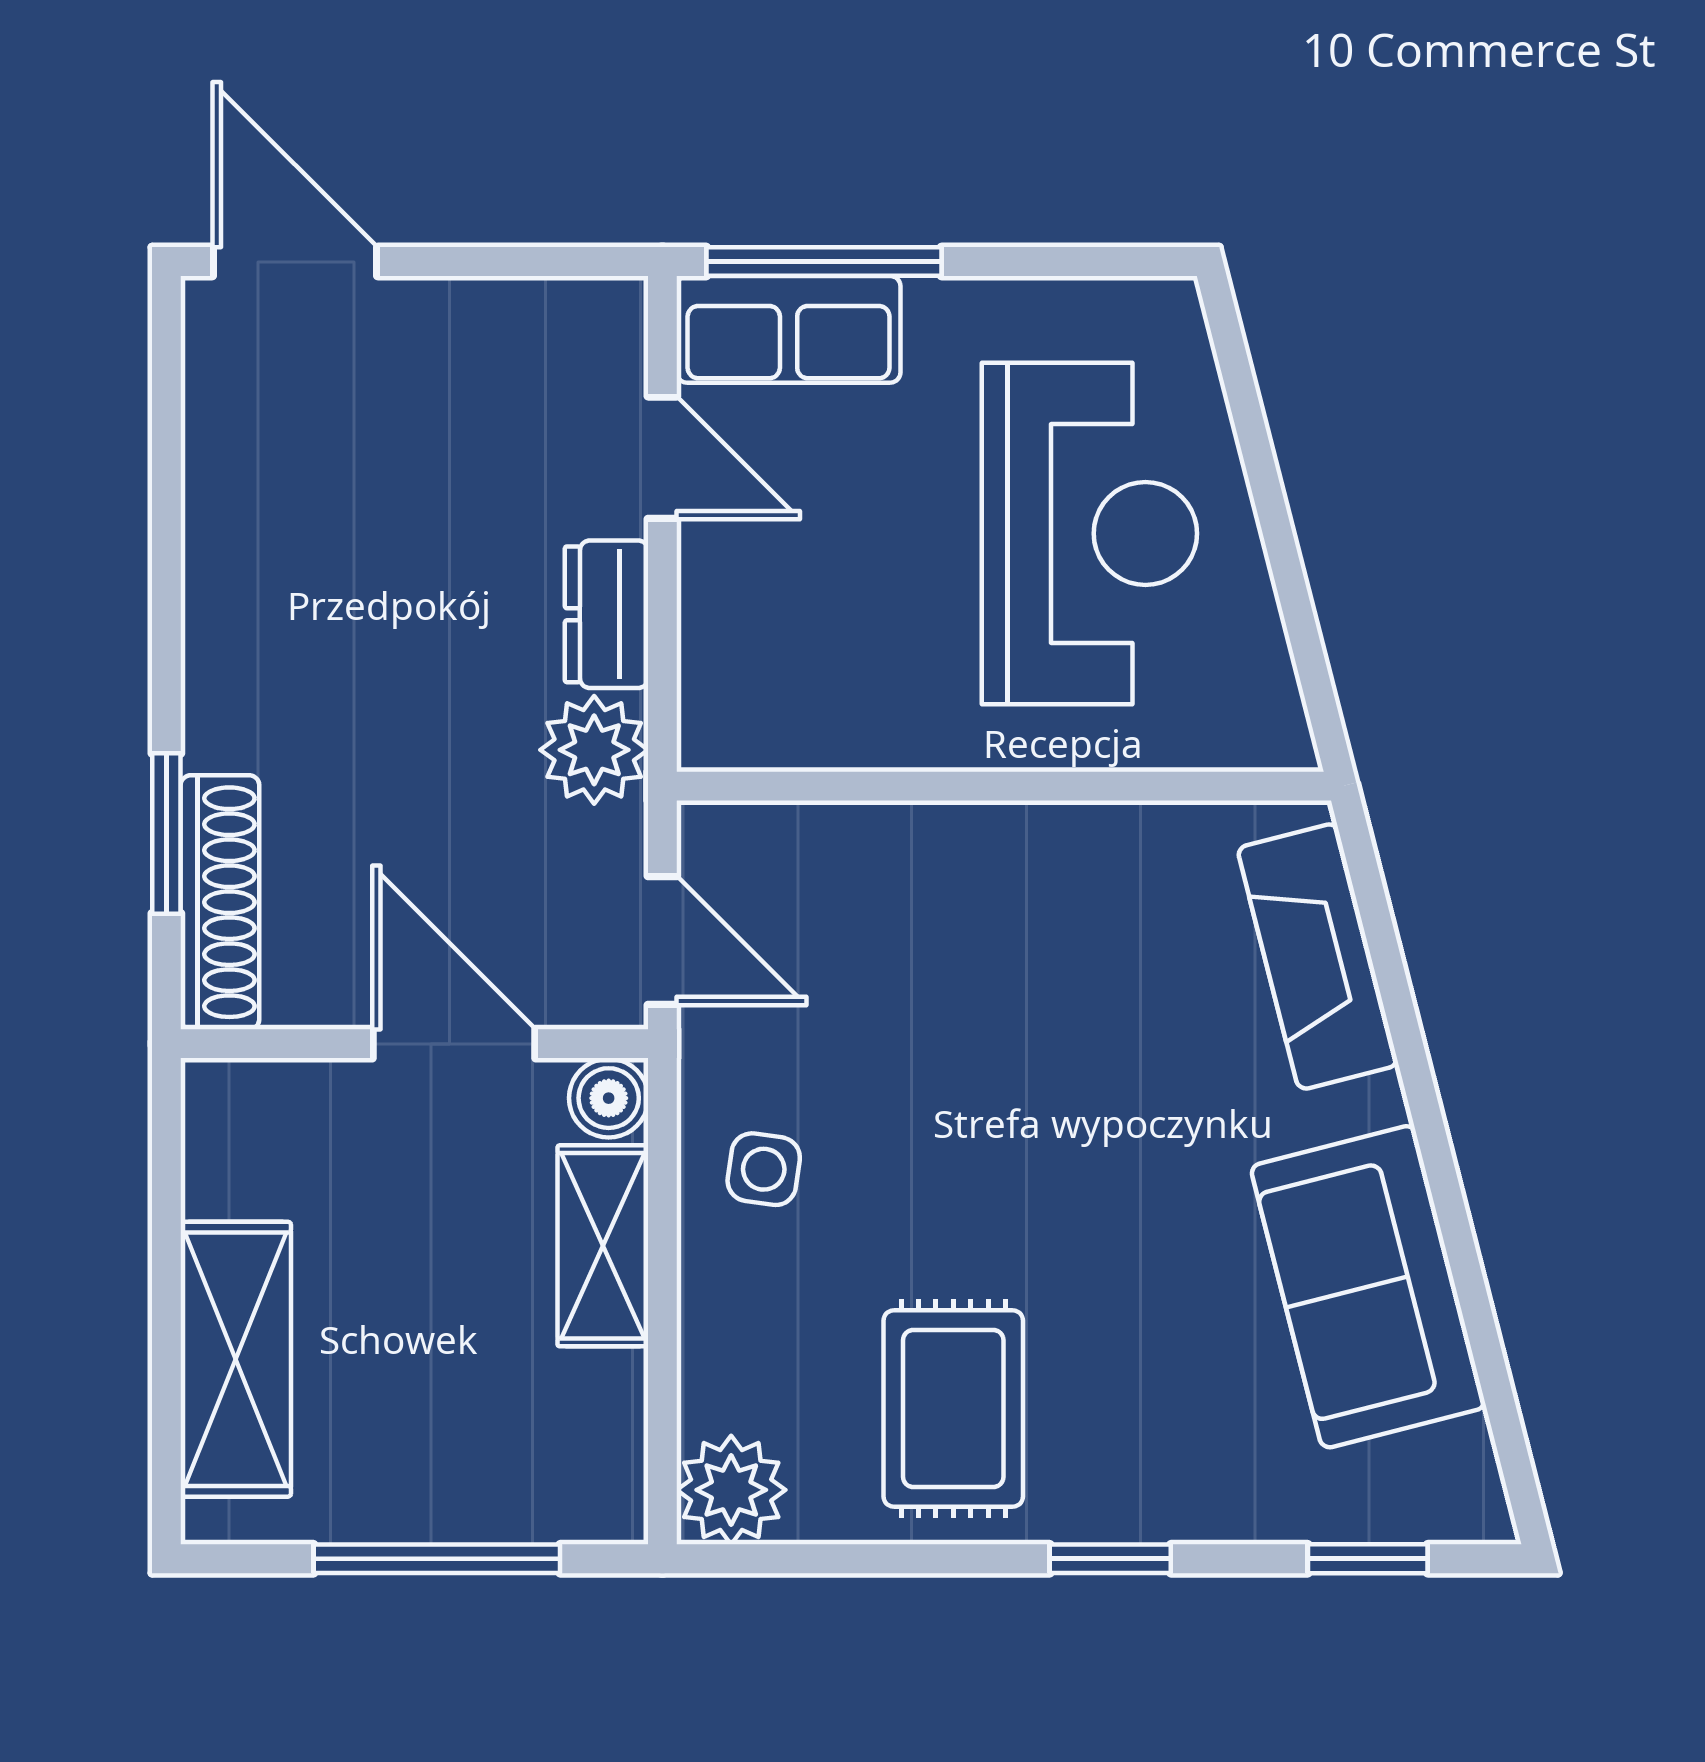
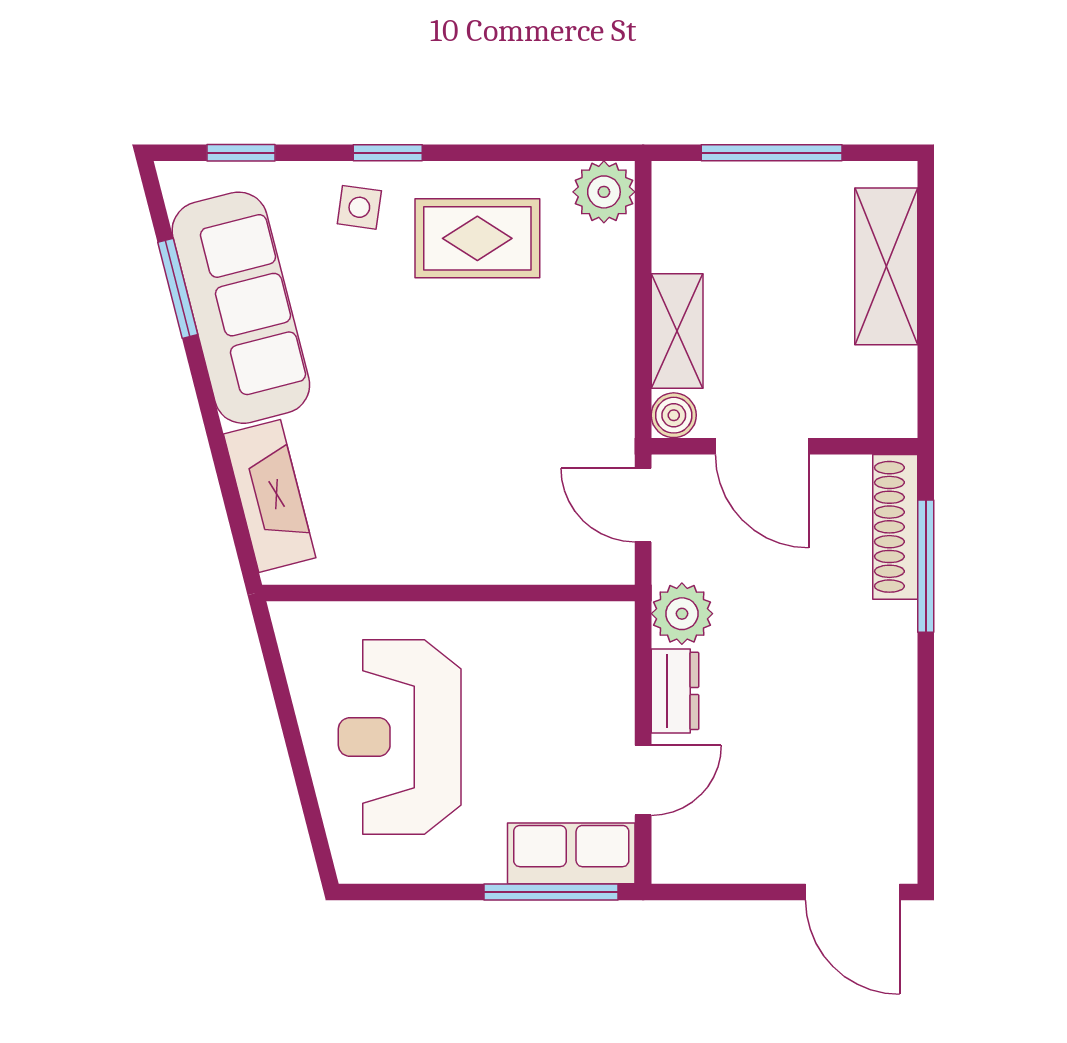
door: (662, 458) -> (643, 780), swing flipped
window: (166, 833) -> (926, 566), width x1.44
side table: (764, 1169) -> (359, 207), moved
sofa: (1368, 1287) -> (241, 308), width x1.36
window: (1479, 1321) -> (178, 288), added
rug: (953, 1409) -> (477, 238), turned 90

